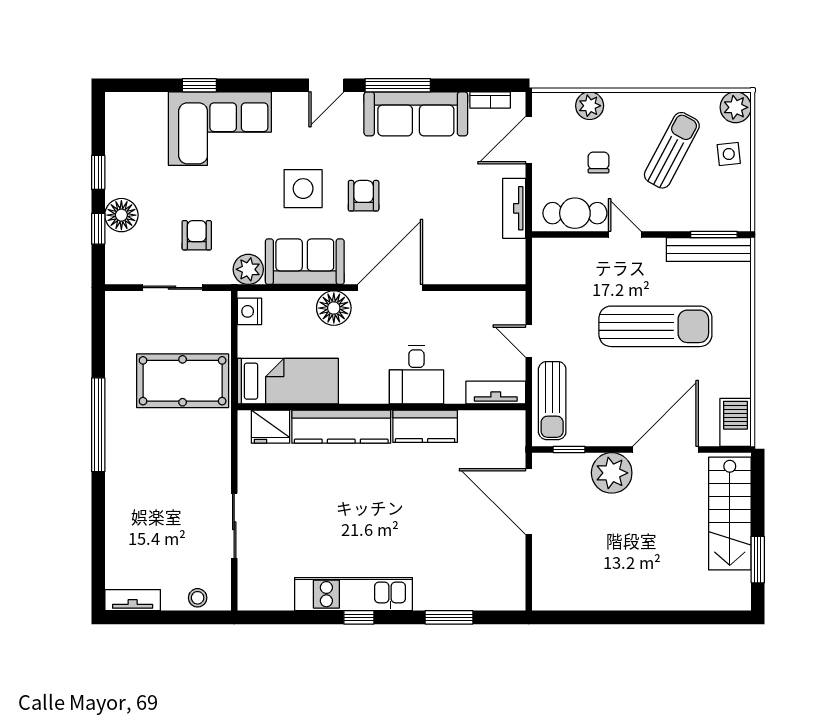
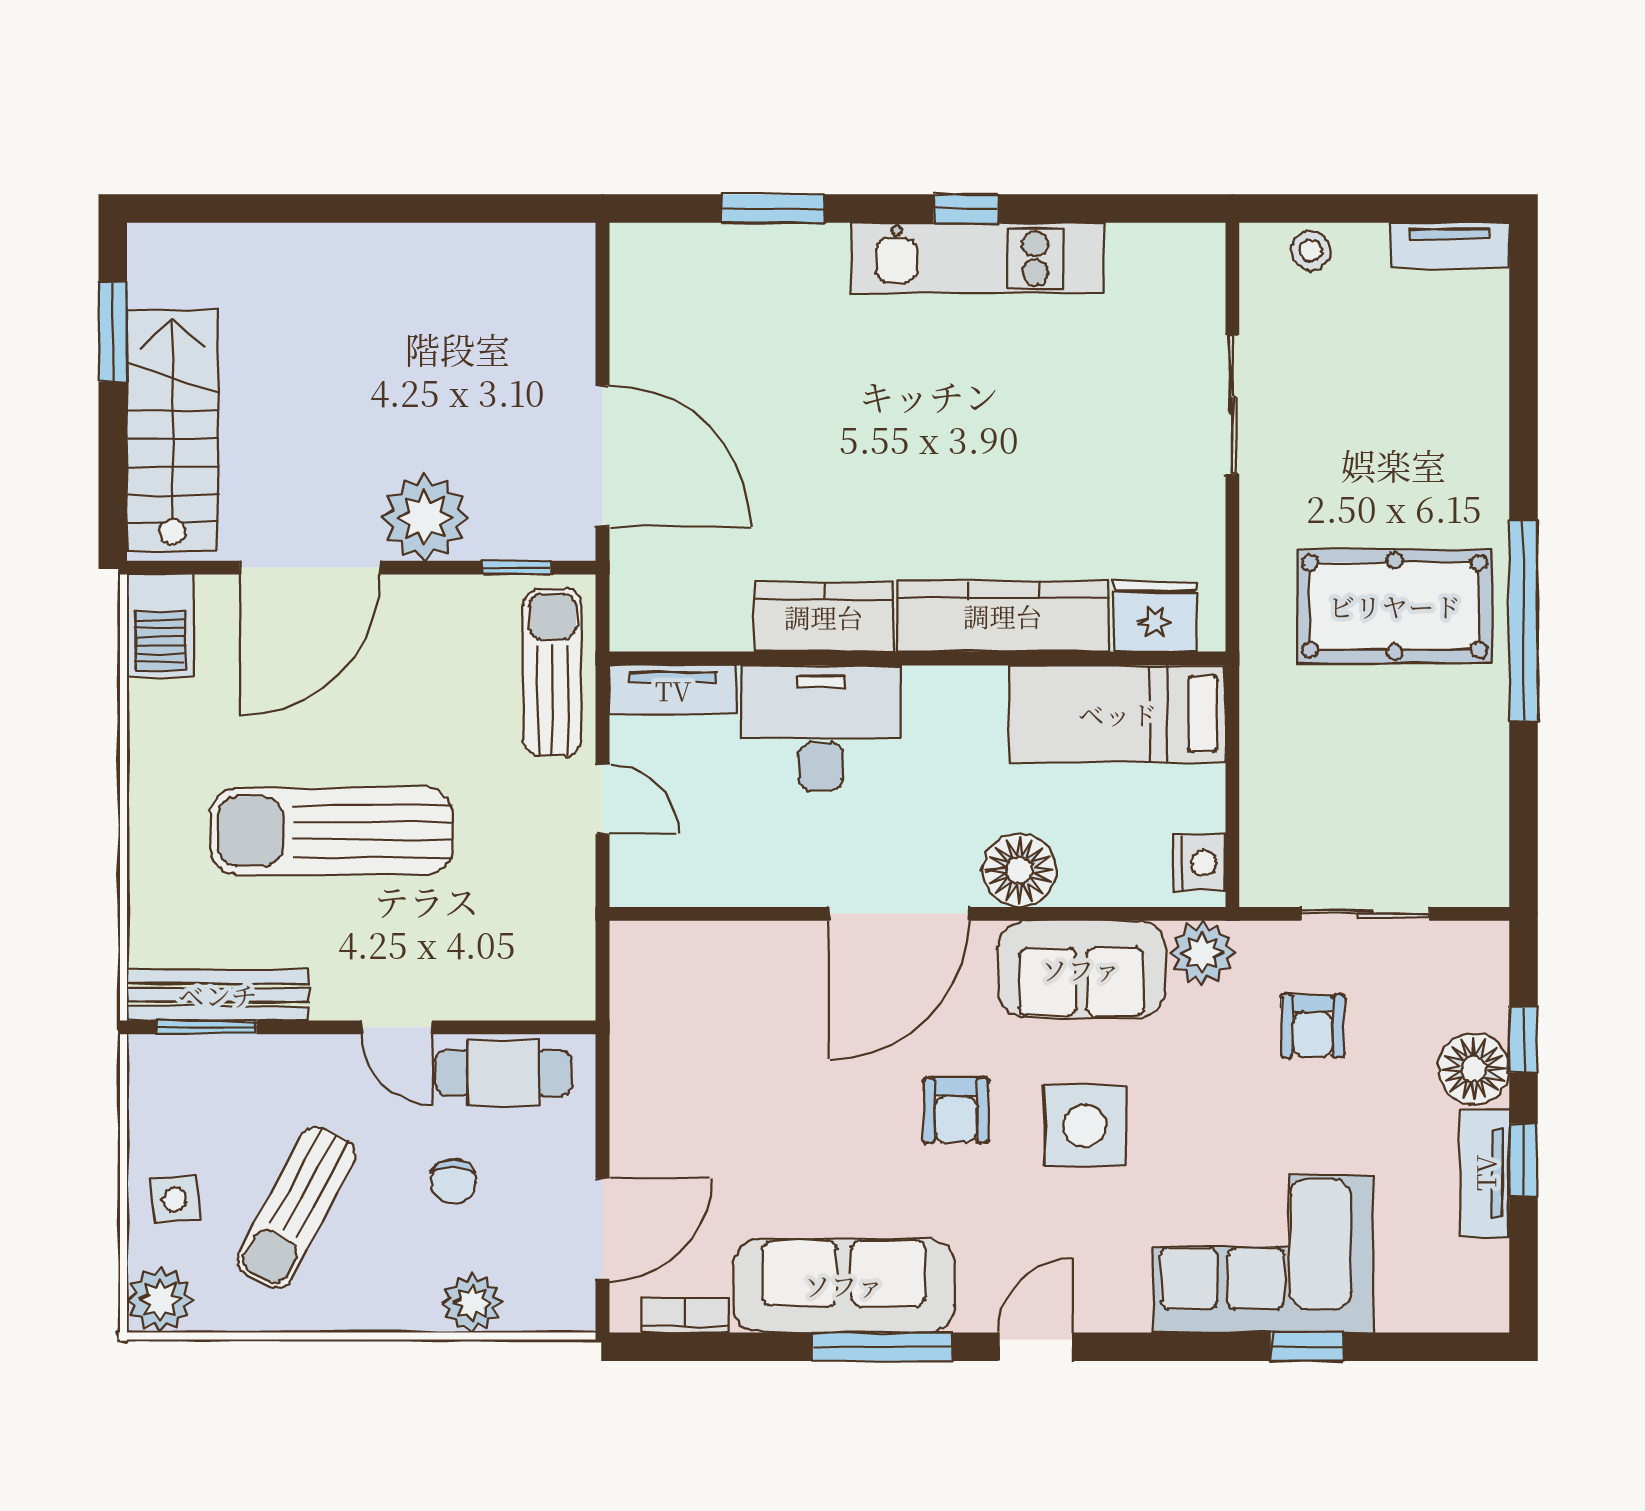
tv unit: (514, 208) -> (1485, 1173), moved, turned 180
desk: (416, 375) -> (821, 728), width x1.37
pool table: (183, 381) -> (1395, 606), moved

